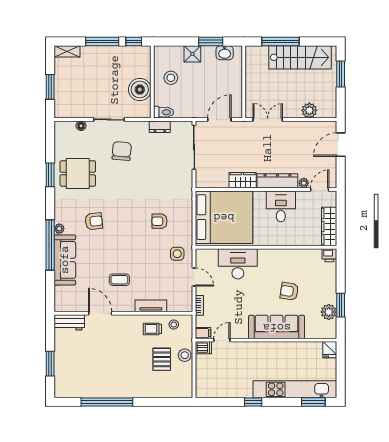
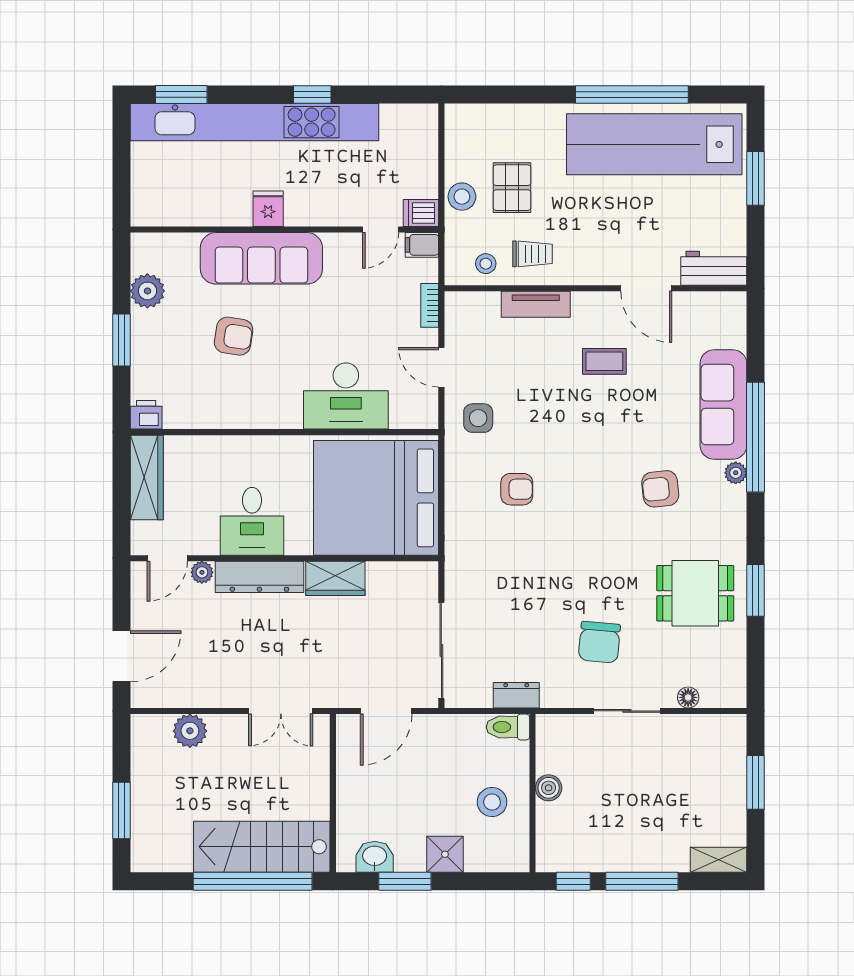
window: (281, 42) -> (253, 881), width x1.46
stairs: (300, 57) -> (262, 847), moved
boiler: (140, 90) -> (549, 788), width x0.54, depth x0.54
window: (341, 305) -> (121, 340), moved
fridge: (330, 350) -> (268, 209), moved
lab bench: (97, 379) -> (654, 144), added
kitchen unit: (295, 389) -> (254, 122), width x1.36

